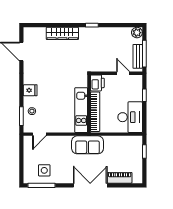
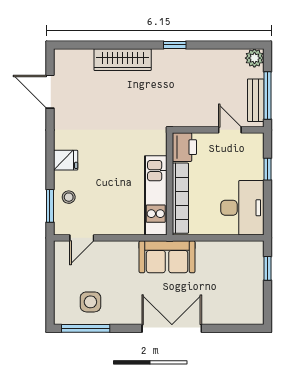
piano: (120, 178) -> (224, 315), removed

